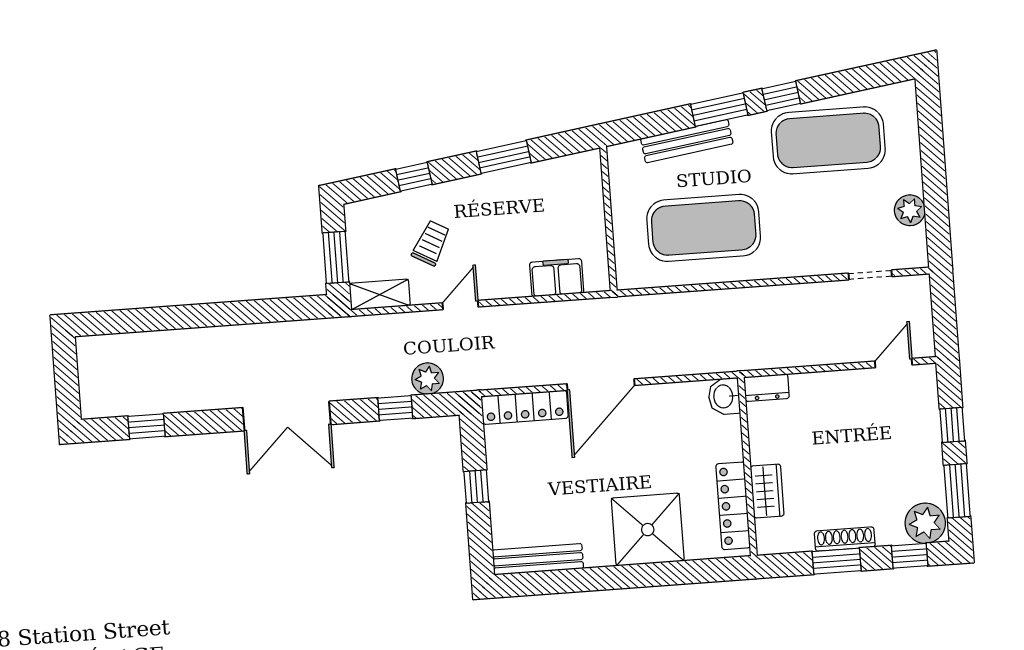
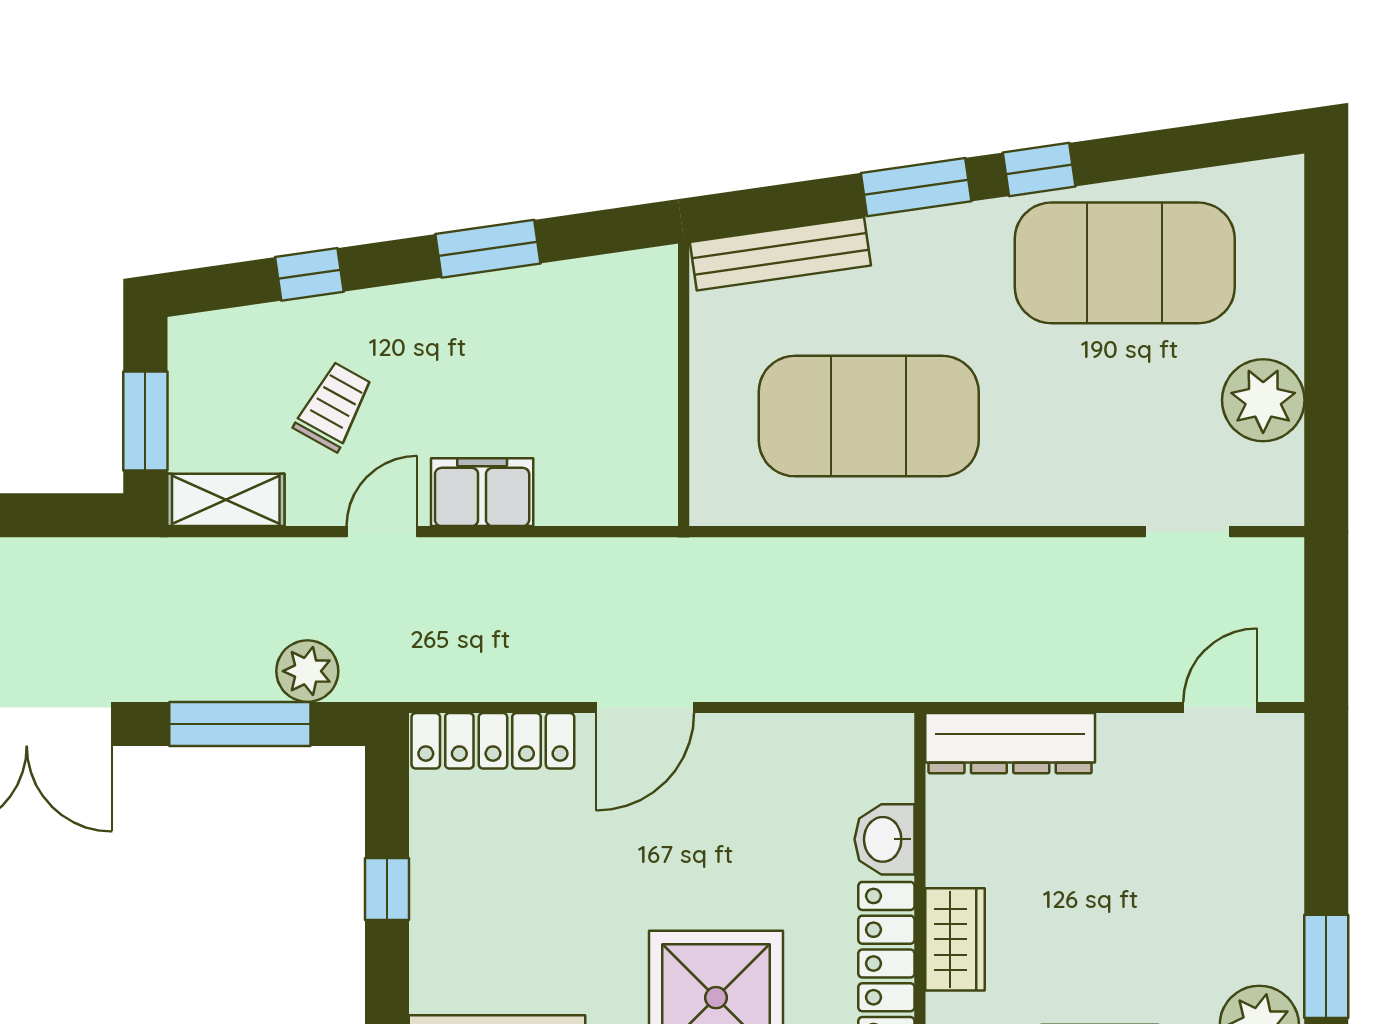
bench: (687, 141) -> (780, 254), moved
plant: (910, 210) -> (1263, 400), width x1.36, depth x1.36
filing cabinet: (557, 278) -> (482, 492), moved
door: (601, 385) -> (645, 707), width x0.73
dresser: (766, 388) -> (1010, 743), width x1.96, depth x1.24
washbasin: (724, 396) -> (884, 839), moved
window: (395, 408) -> (240, 724), width x2.17
window: (952, 425) -> (1326, 837), removed

